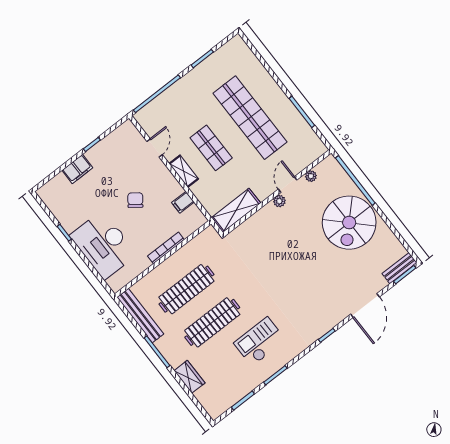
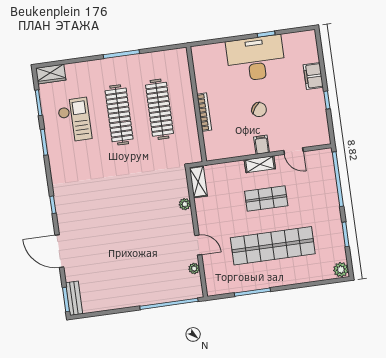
plant: (236, 44) -> (341, 270), added
plant: (279, 201) -> (185, 204), moved
filing cabinet: (183, 202) -> (262, 145), moved
shelving: (236, 210) -> (198, 182), width x0.67, depth x0.75
spiral stairs: (349, 223) -> (137, 278), removed
desk: (103, 245) -> (256, 58), moved
bench: (140, 316) -> (160, 58), removed
checkout: (260, 342) -> (74, 120), moved
wardrobe: (189, 377) -> (51, 74), moved

